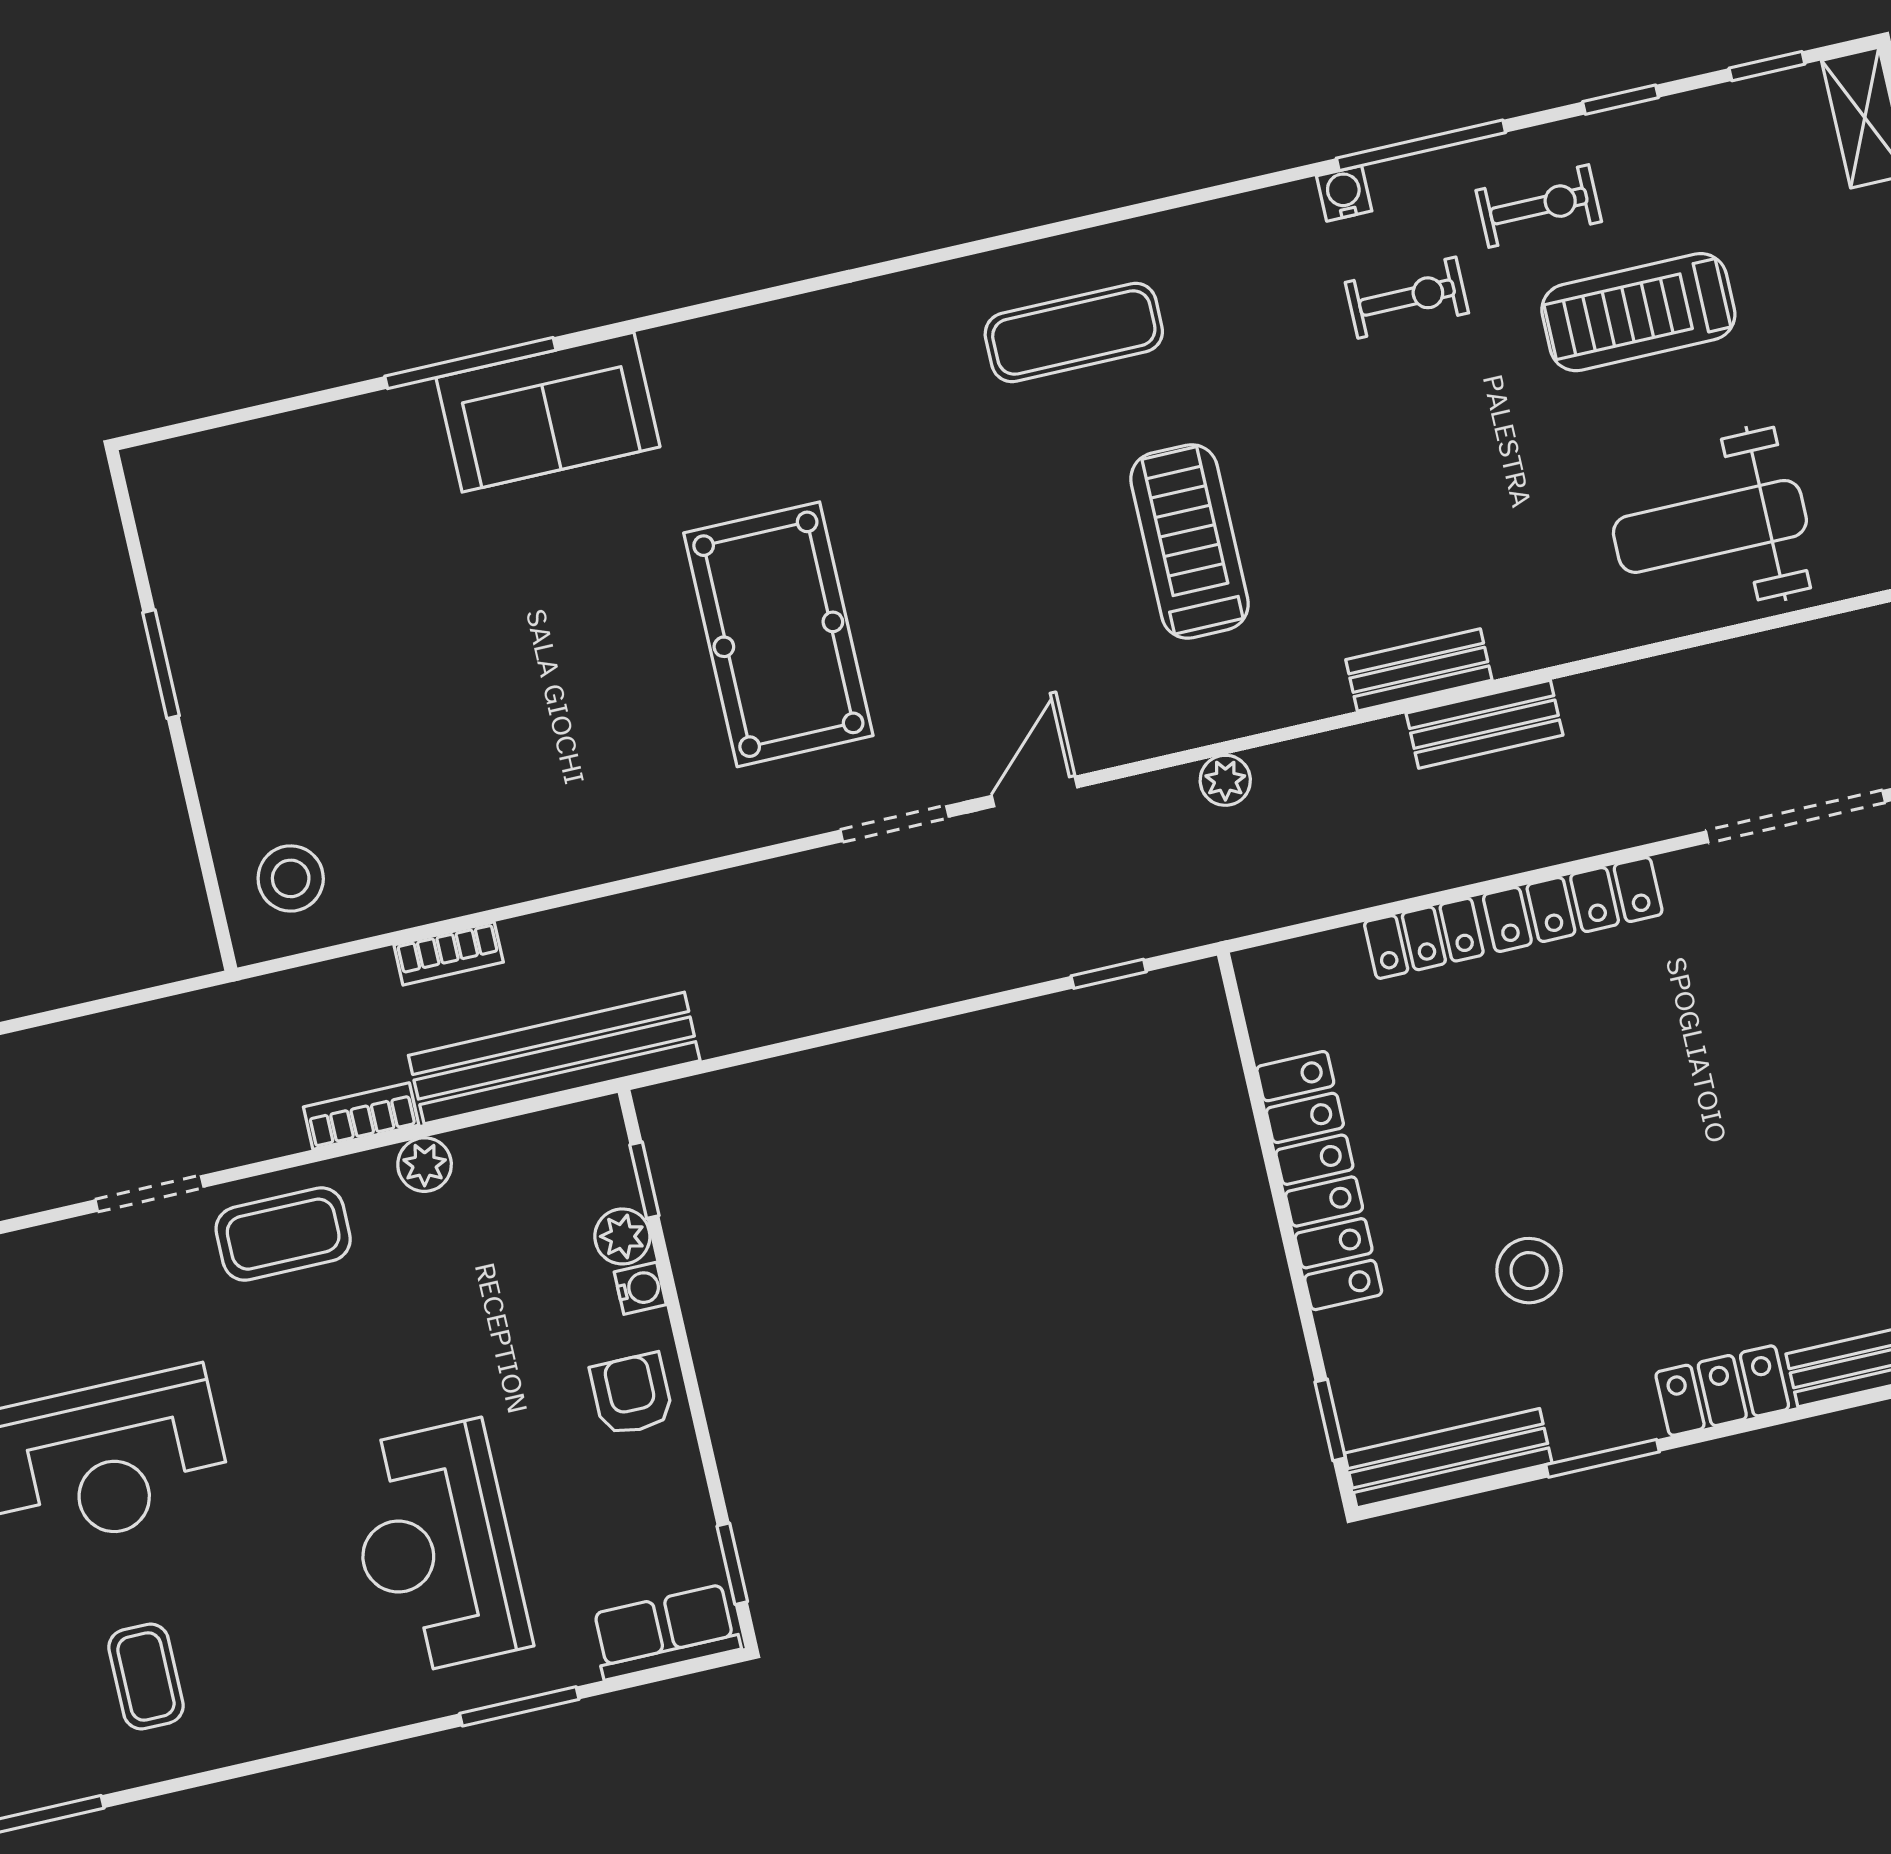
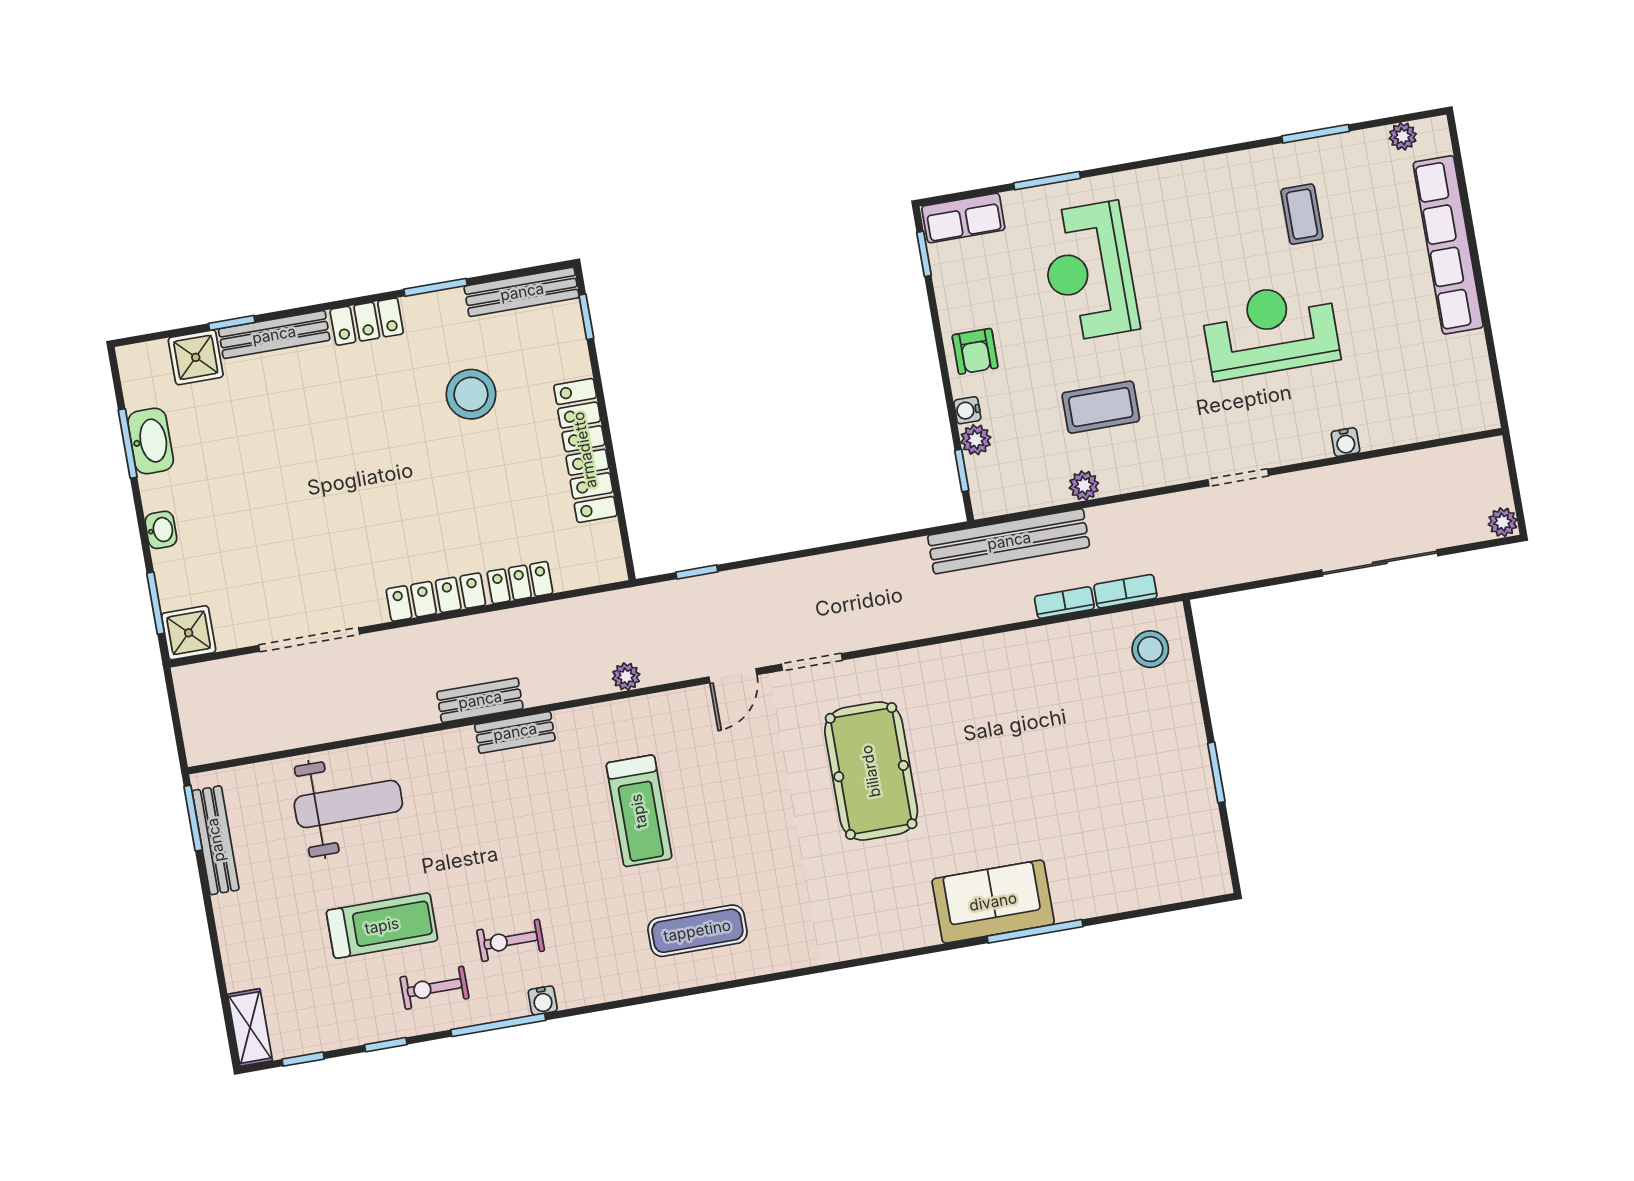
bookcase: (361, 1116) -> (1125, 591), moved, turned 180
coffee table: (283, 1234) -> (1101, 407), moved
stool: (1529, 1271) -> (471, 394), width x1.38, depth x1.38
reception desk: (436, 1548) -> (1089, 271), turned 180
coffee table: (146, 1677) -> (1302, 214), moved

